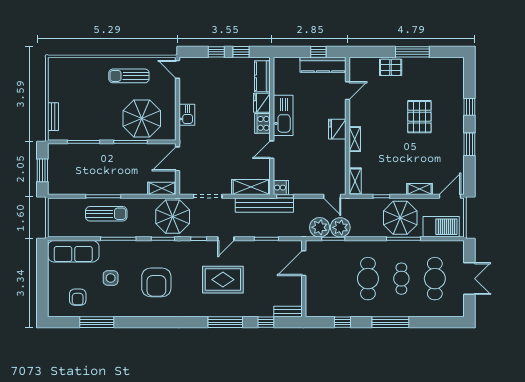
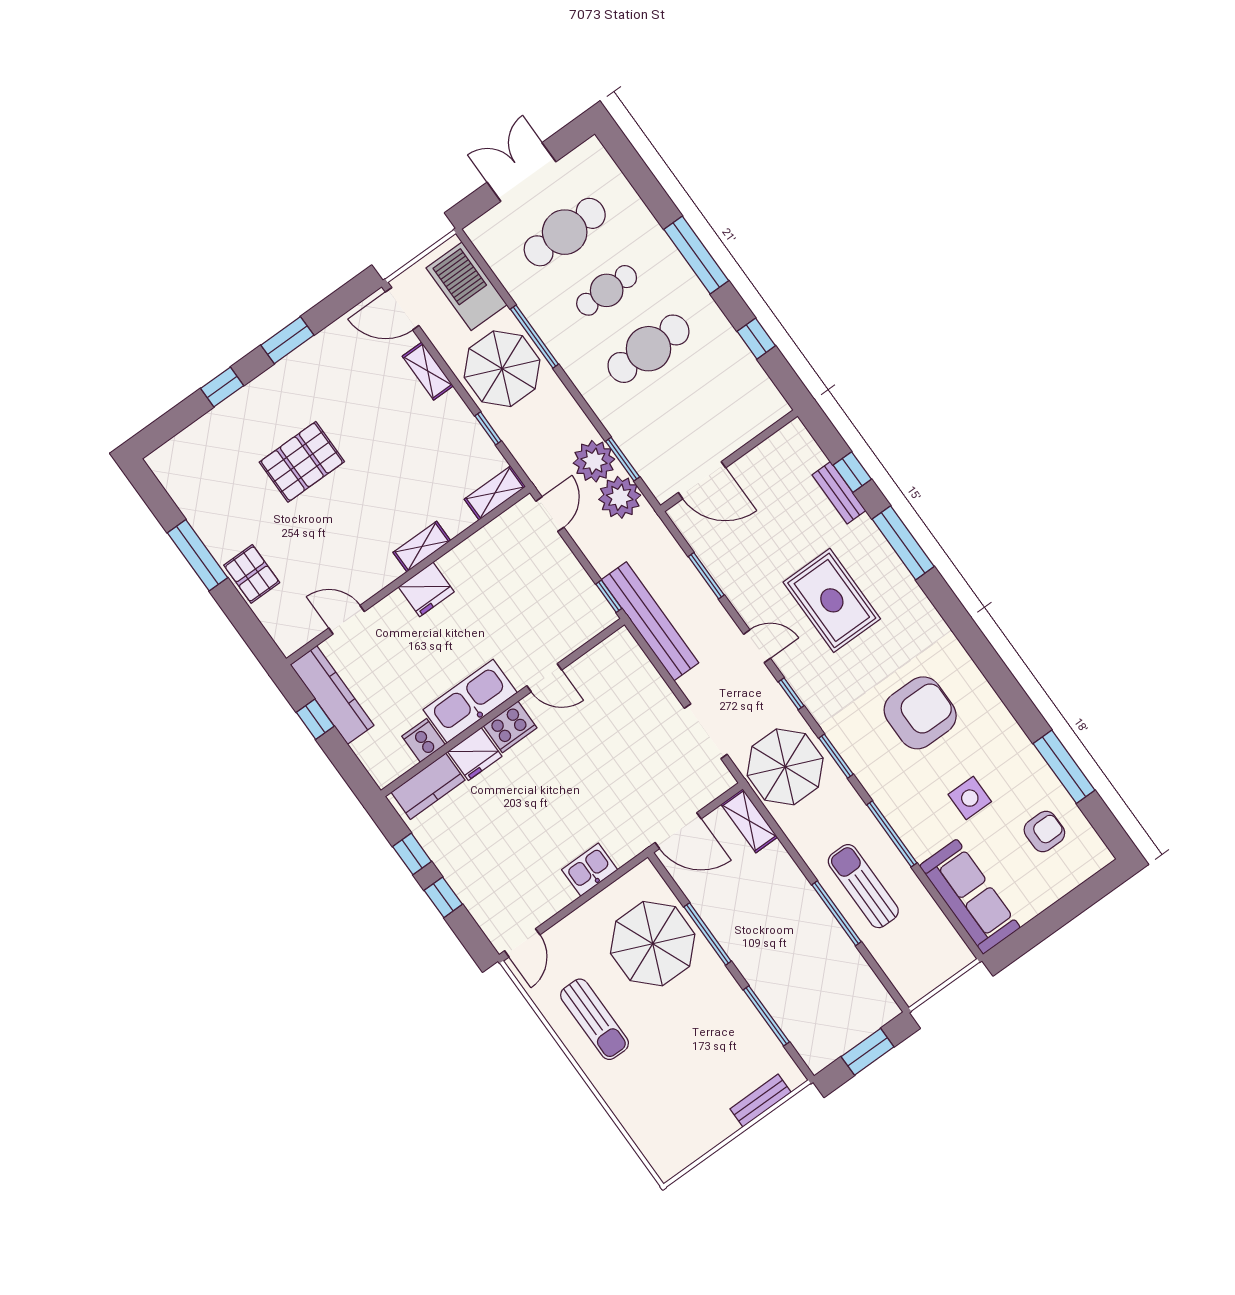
shelving: (251, 187) -> (635, 667), removed
cooker: (281, 188) -> (423, 740), moved
bench: (288, 311) -> (839, 493), moved

